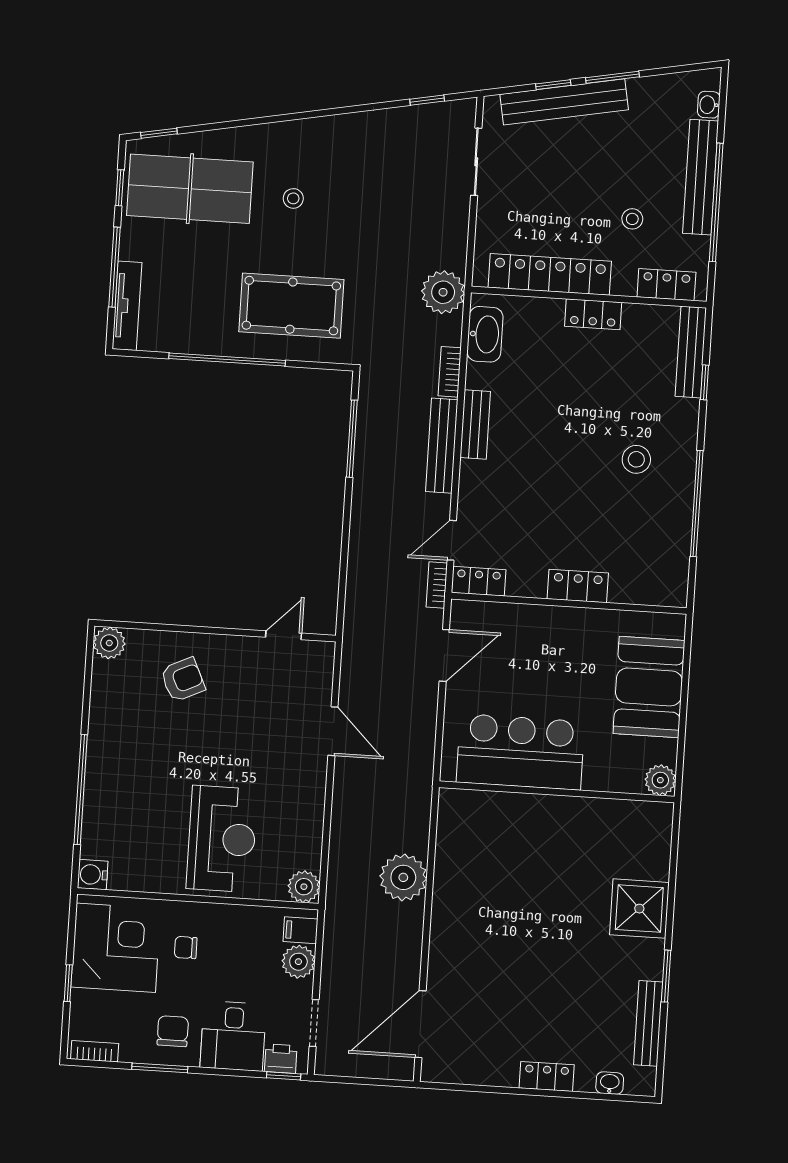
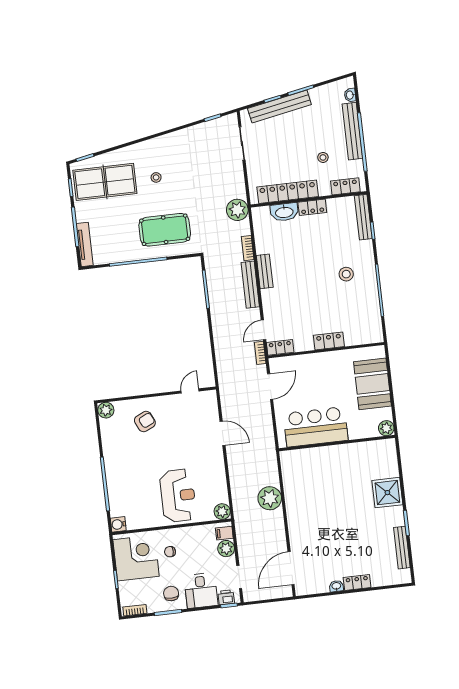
washbasin: (485, 334) -> (284, 212), moved, turned 90
washbasin: (610, 1083) -> (336, 586), moved

